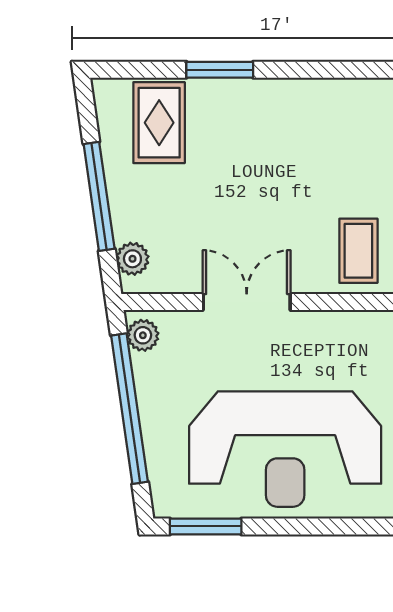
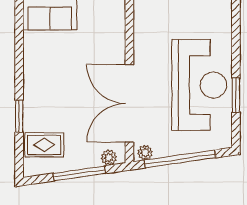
coffee table: (358, 251) -> (105, 50), removed
double door: (247, 302) -> (129, 103), width x1.87
window: (206, 526) -> (236, 95), moved

